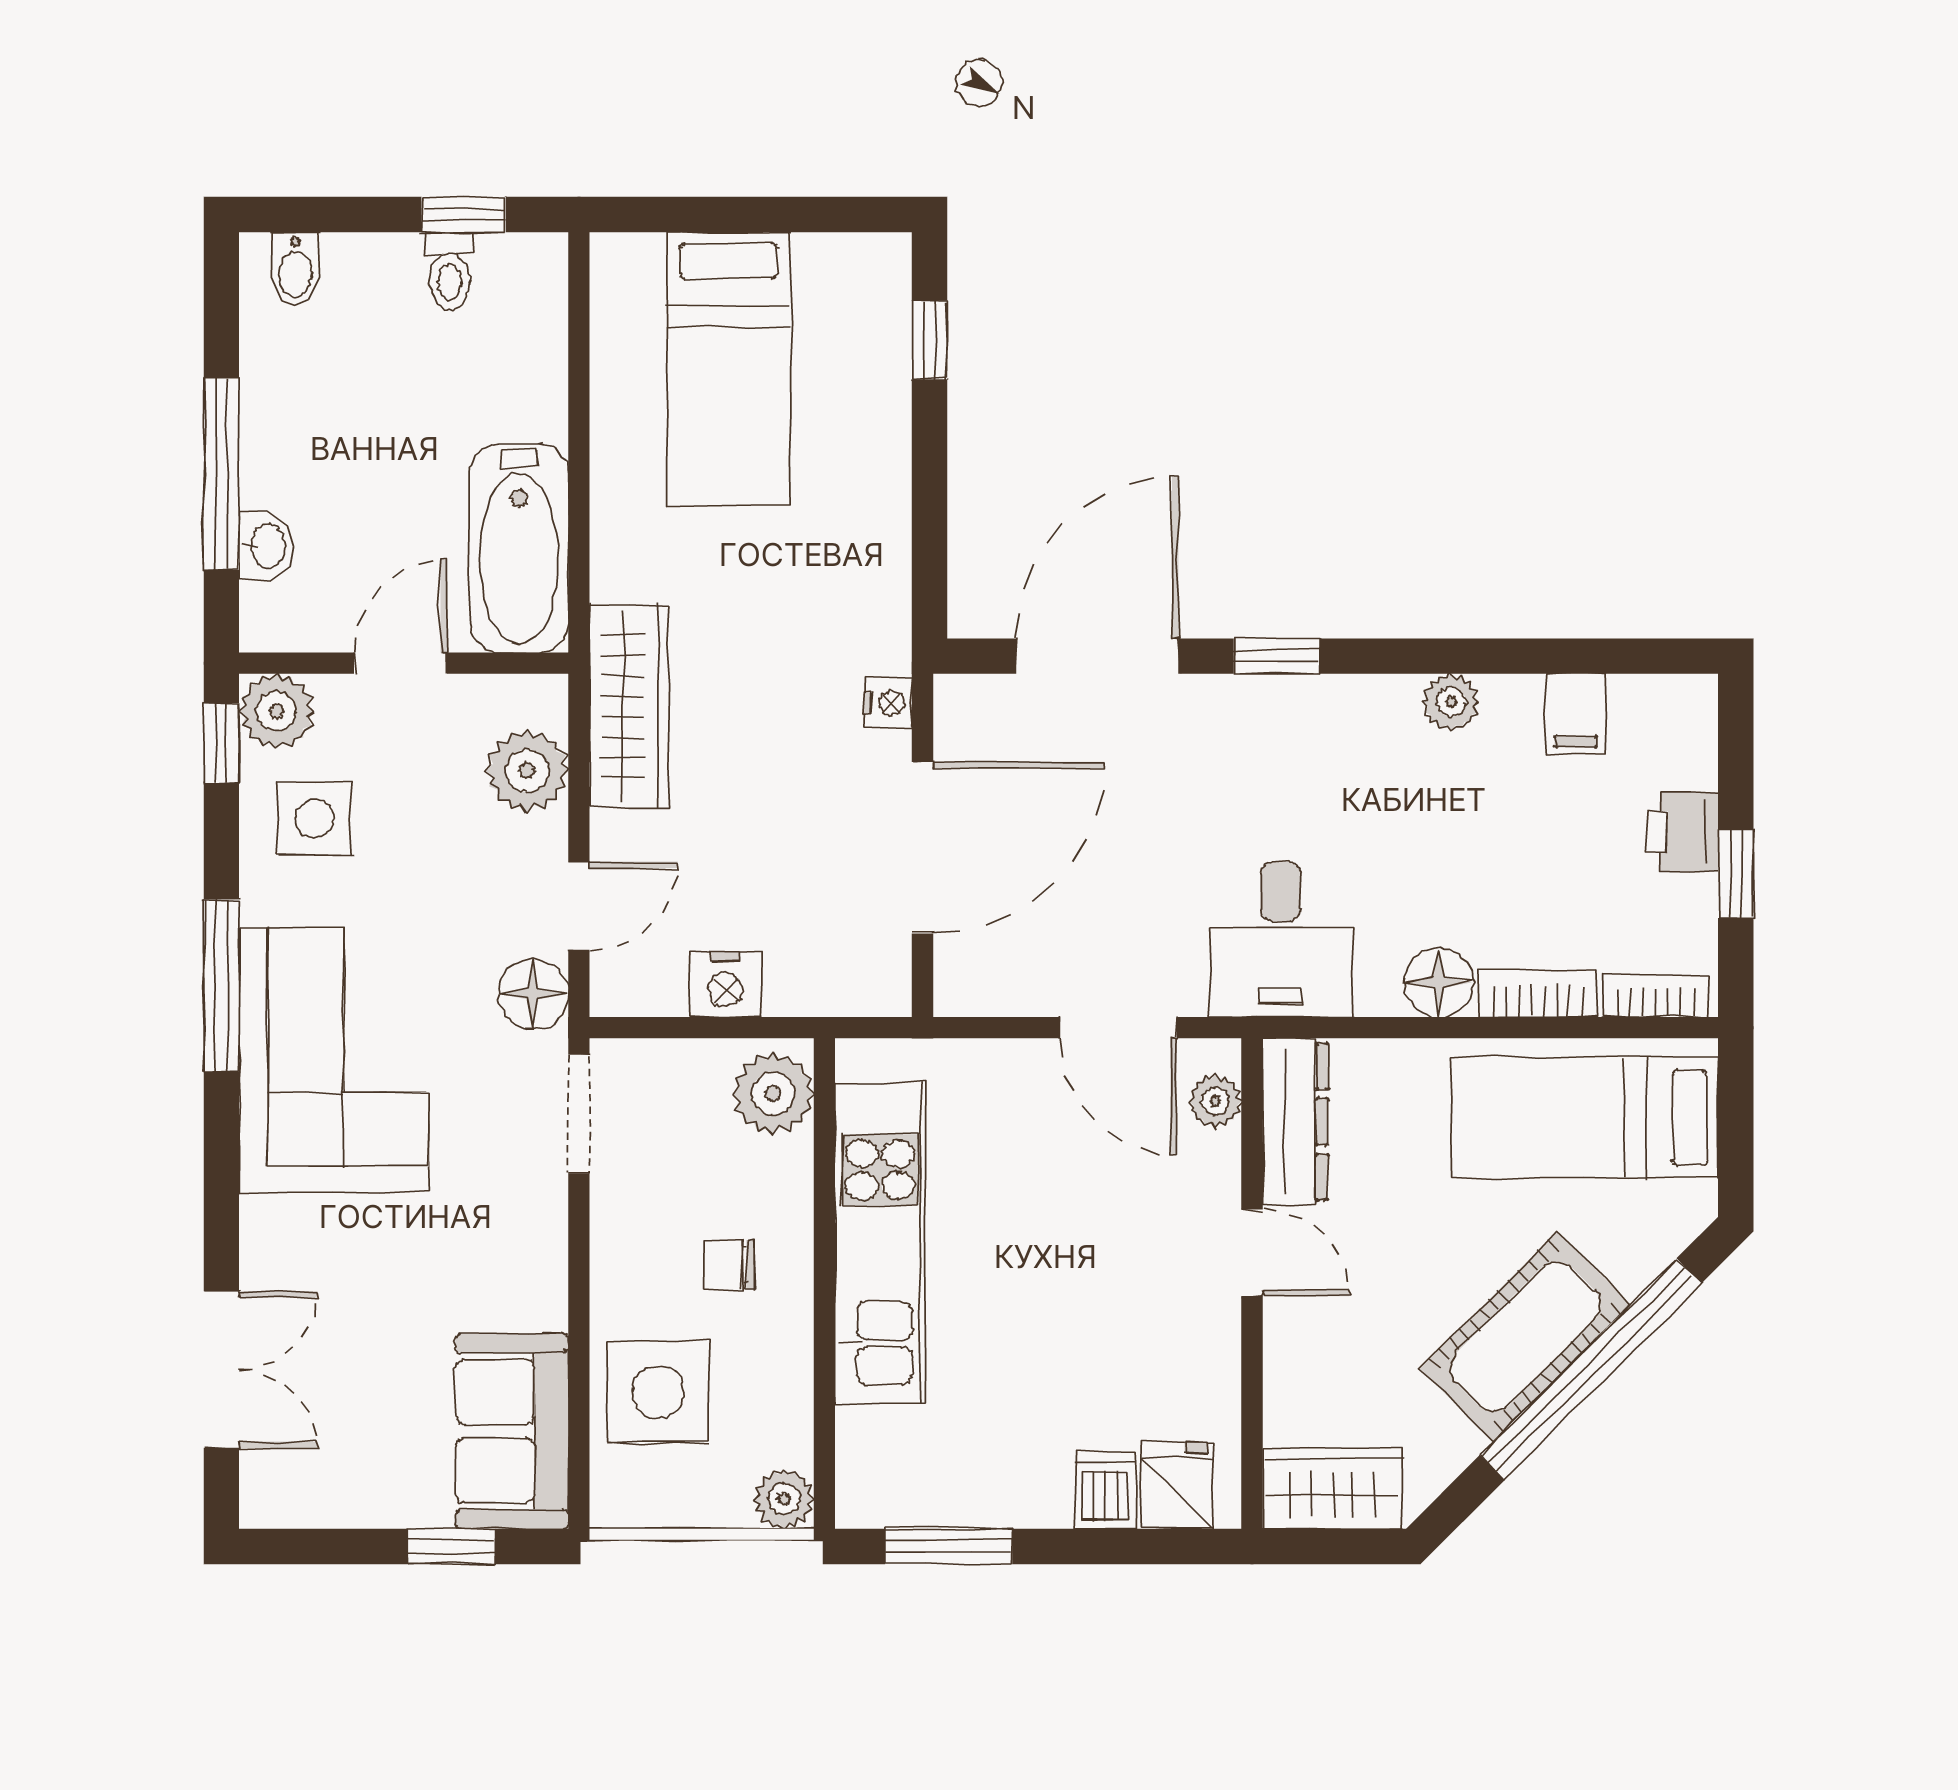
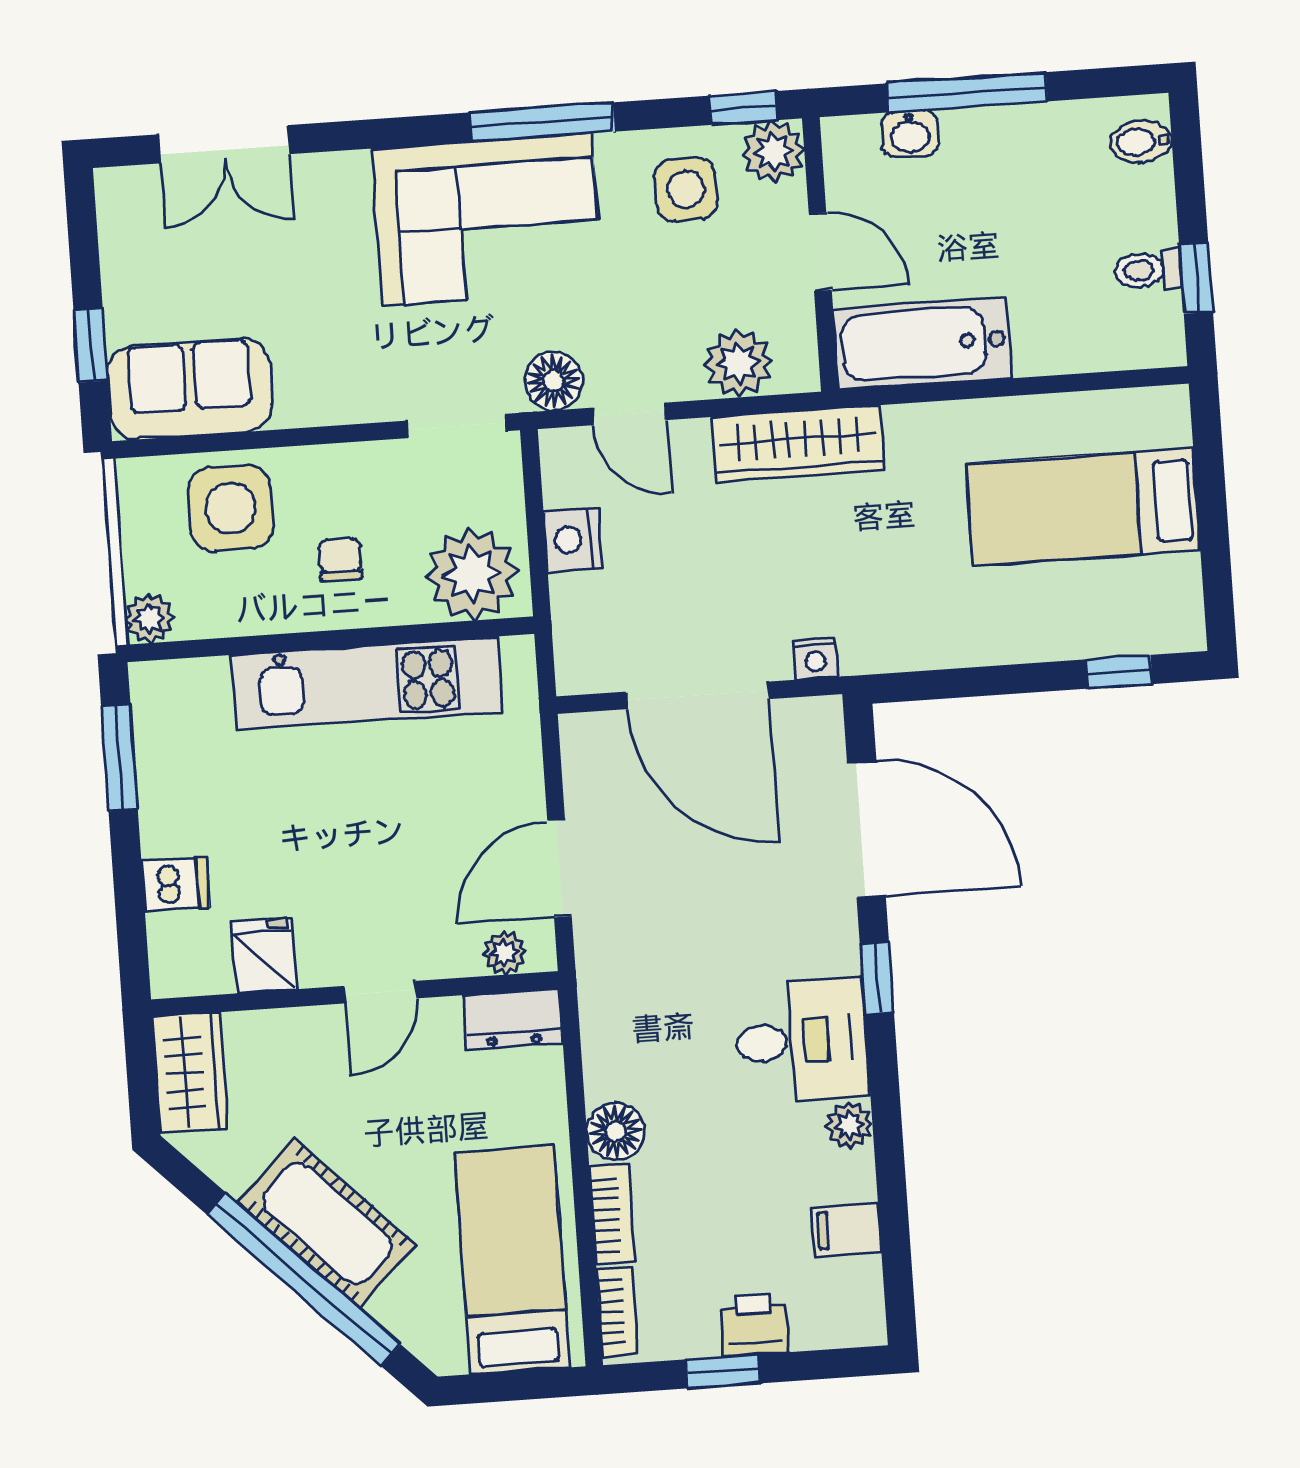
desk: (1281, 940) -> (802, 1040), moved, turned 180
plant: (773, 1093) -> (472, 574), width x1.36, depth x1.36
dresser: (1295, 1122) -> (513, 1019), width x0.70
fridge: (1178, 1486) -> (264, 956), moved, turned -90

